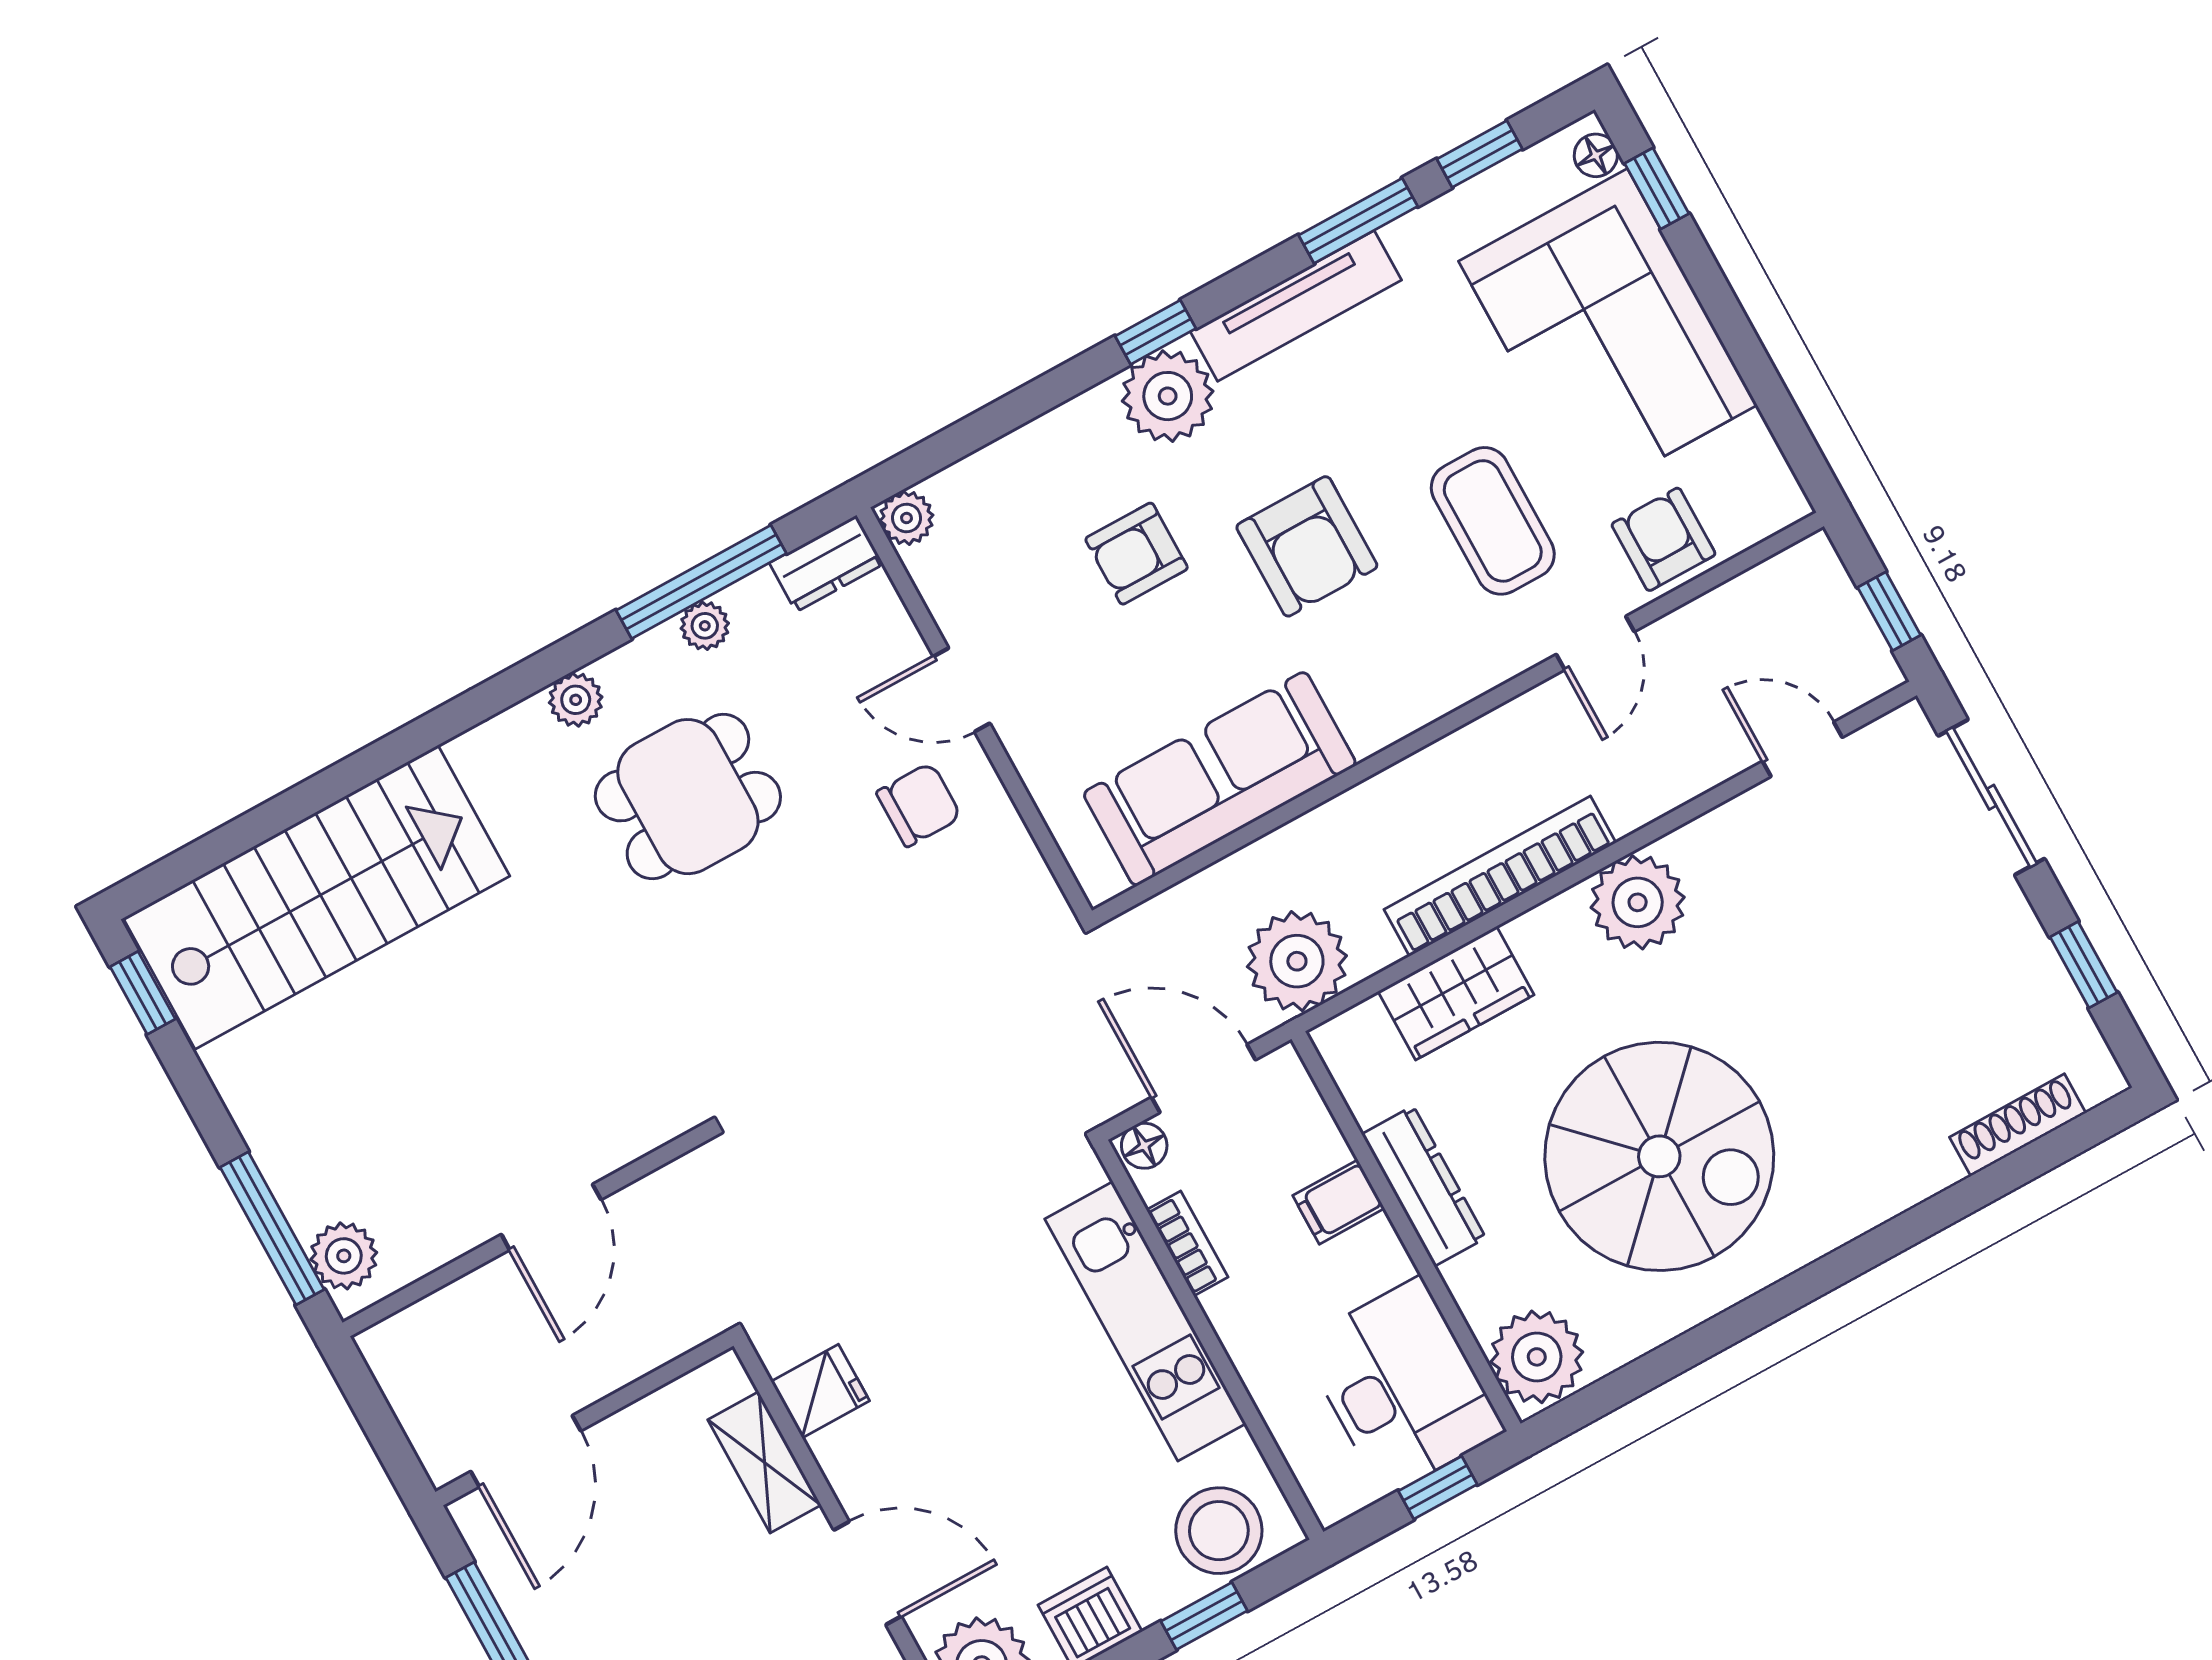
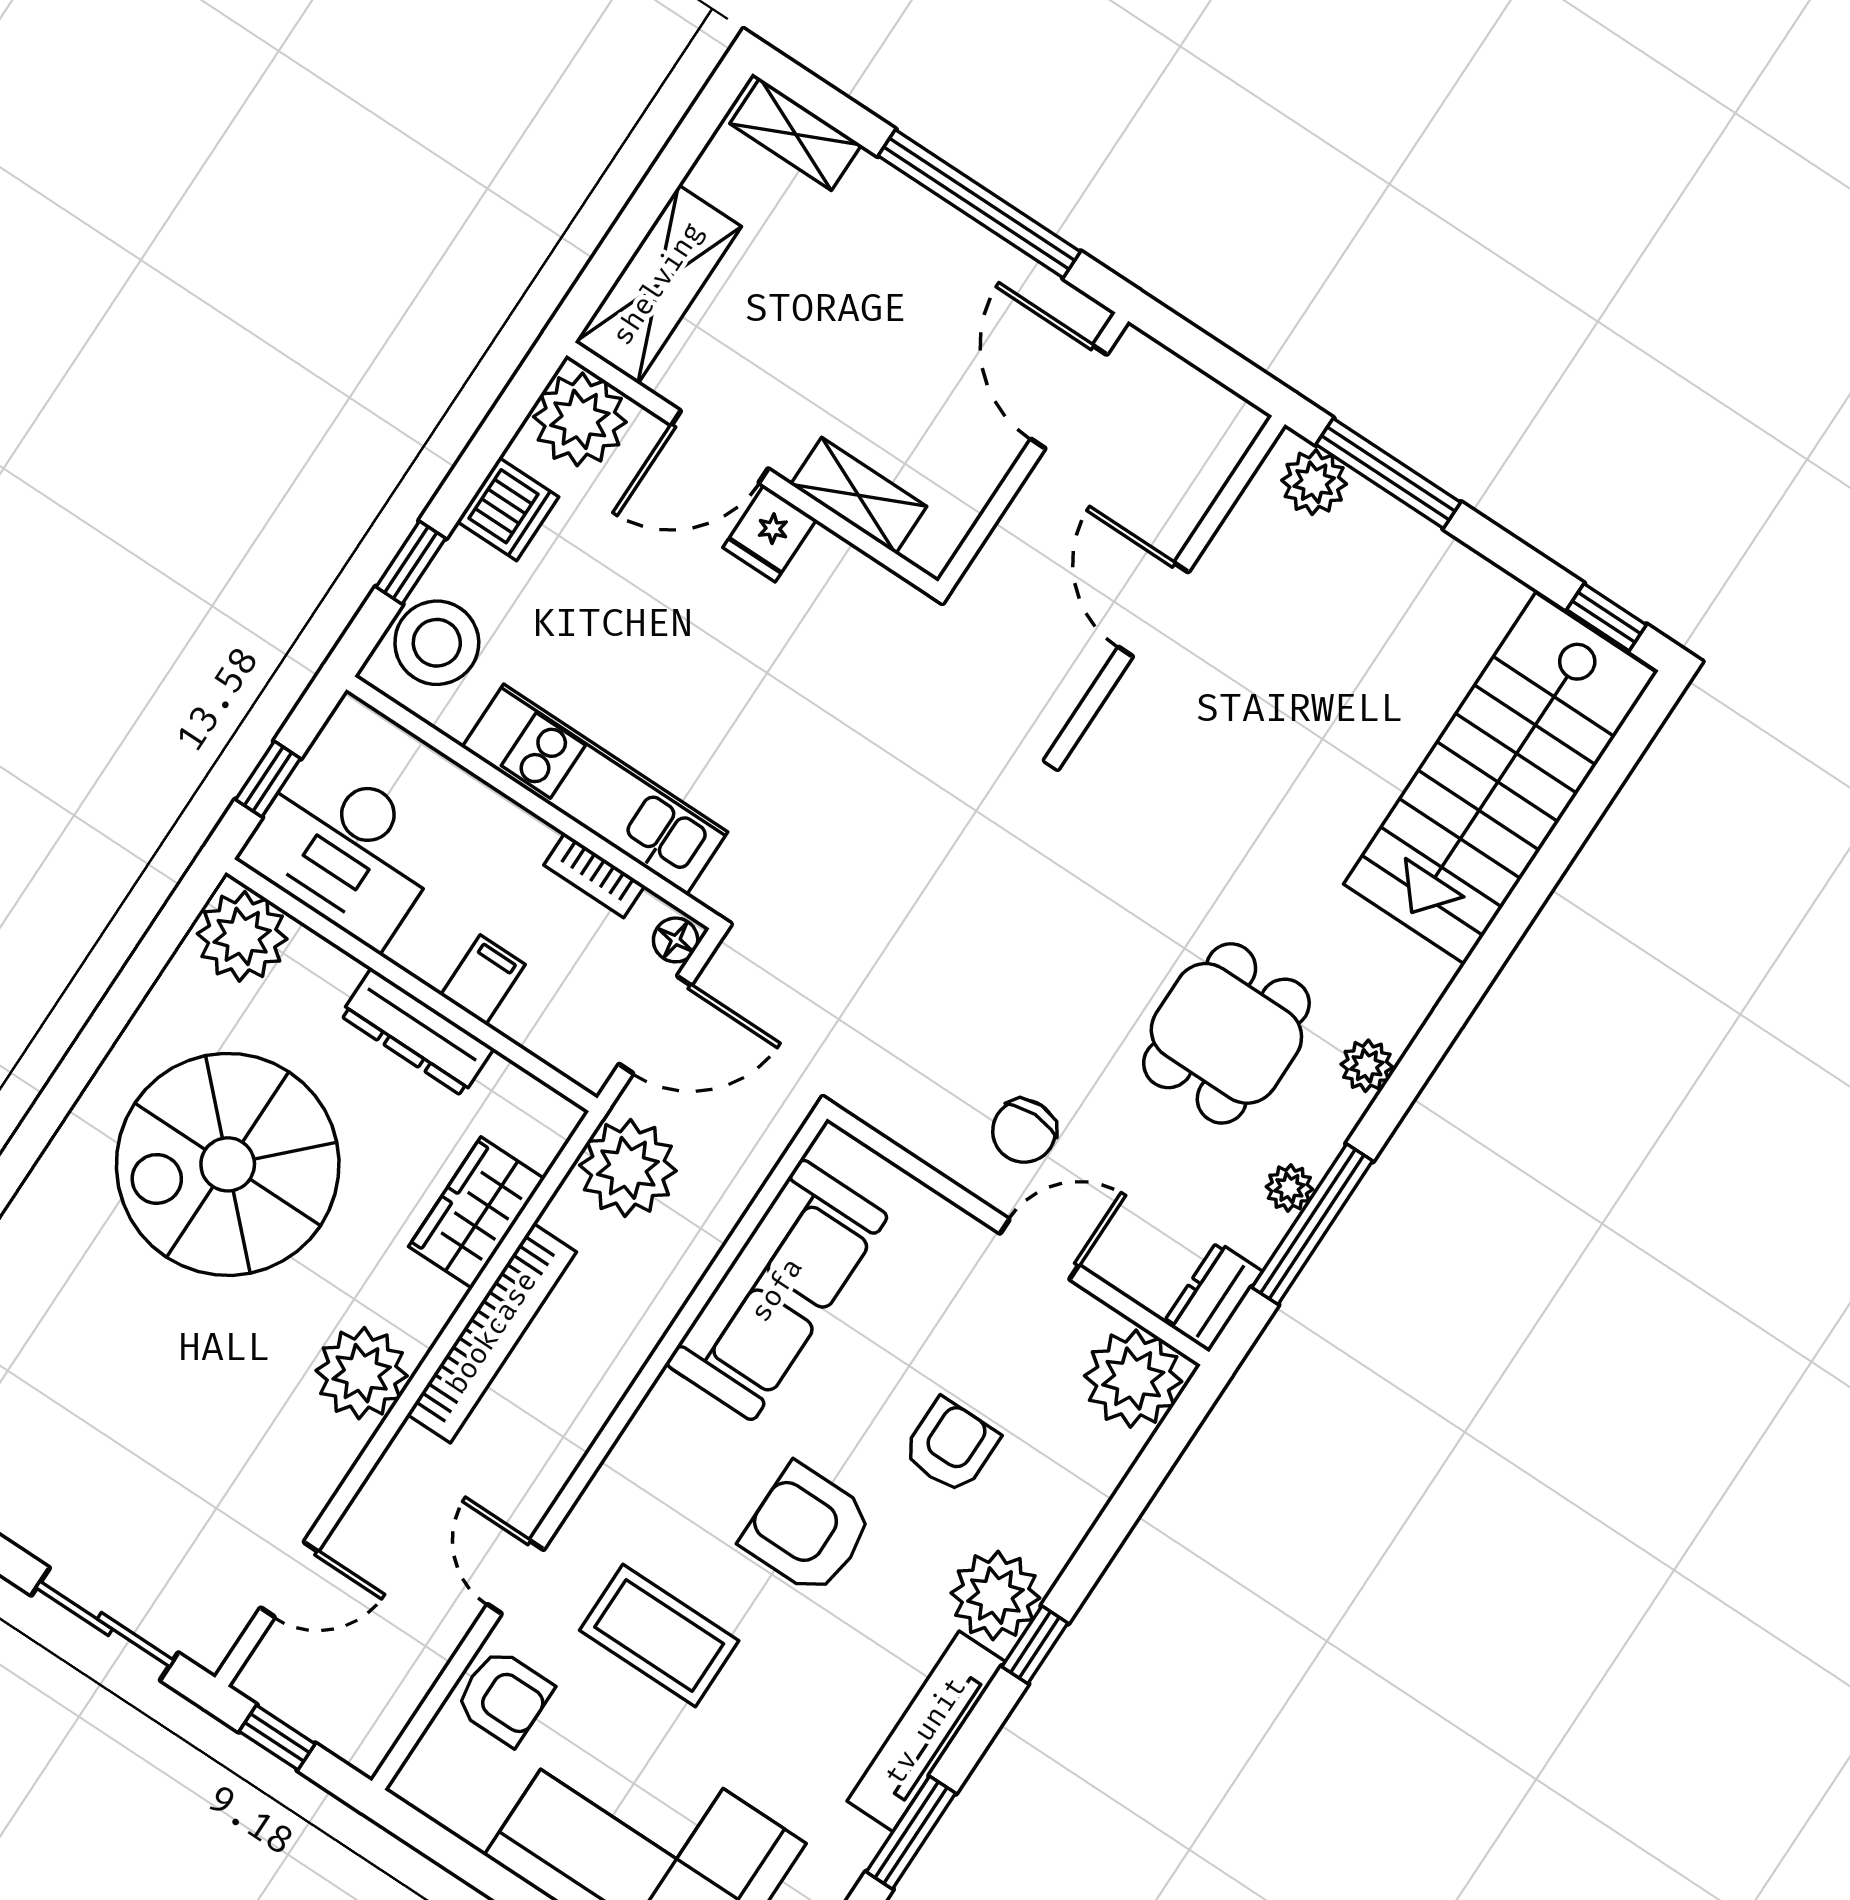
plant: (906, 518) -> (1133, 1379), width x1.87, depth x1.87
fridge: (820, 1391) -> (770, 534), moved

